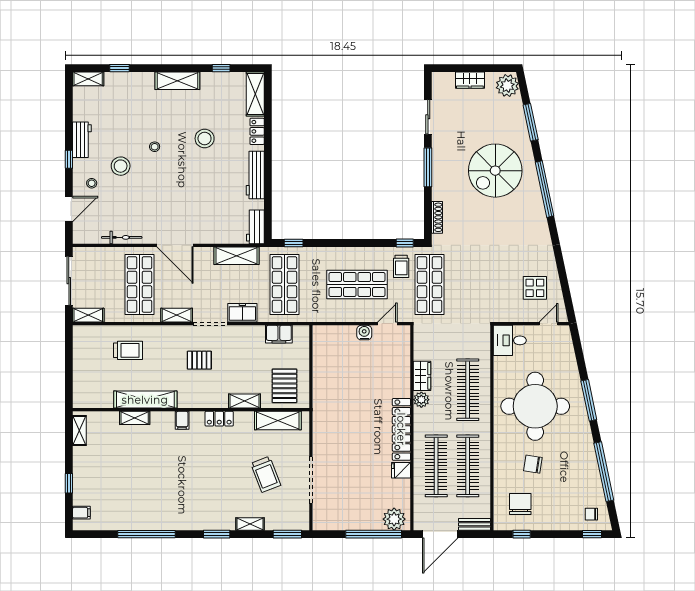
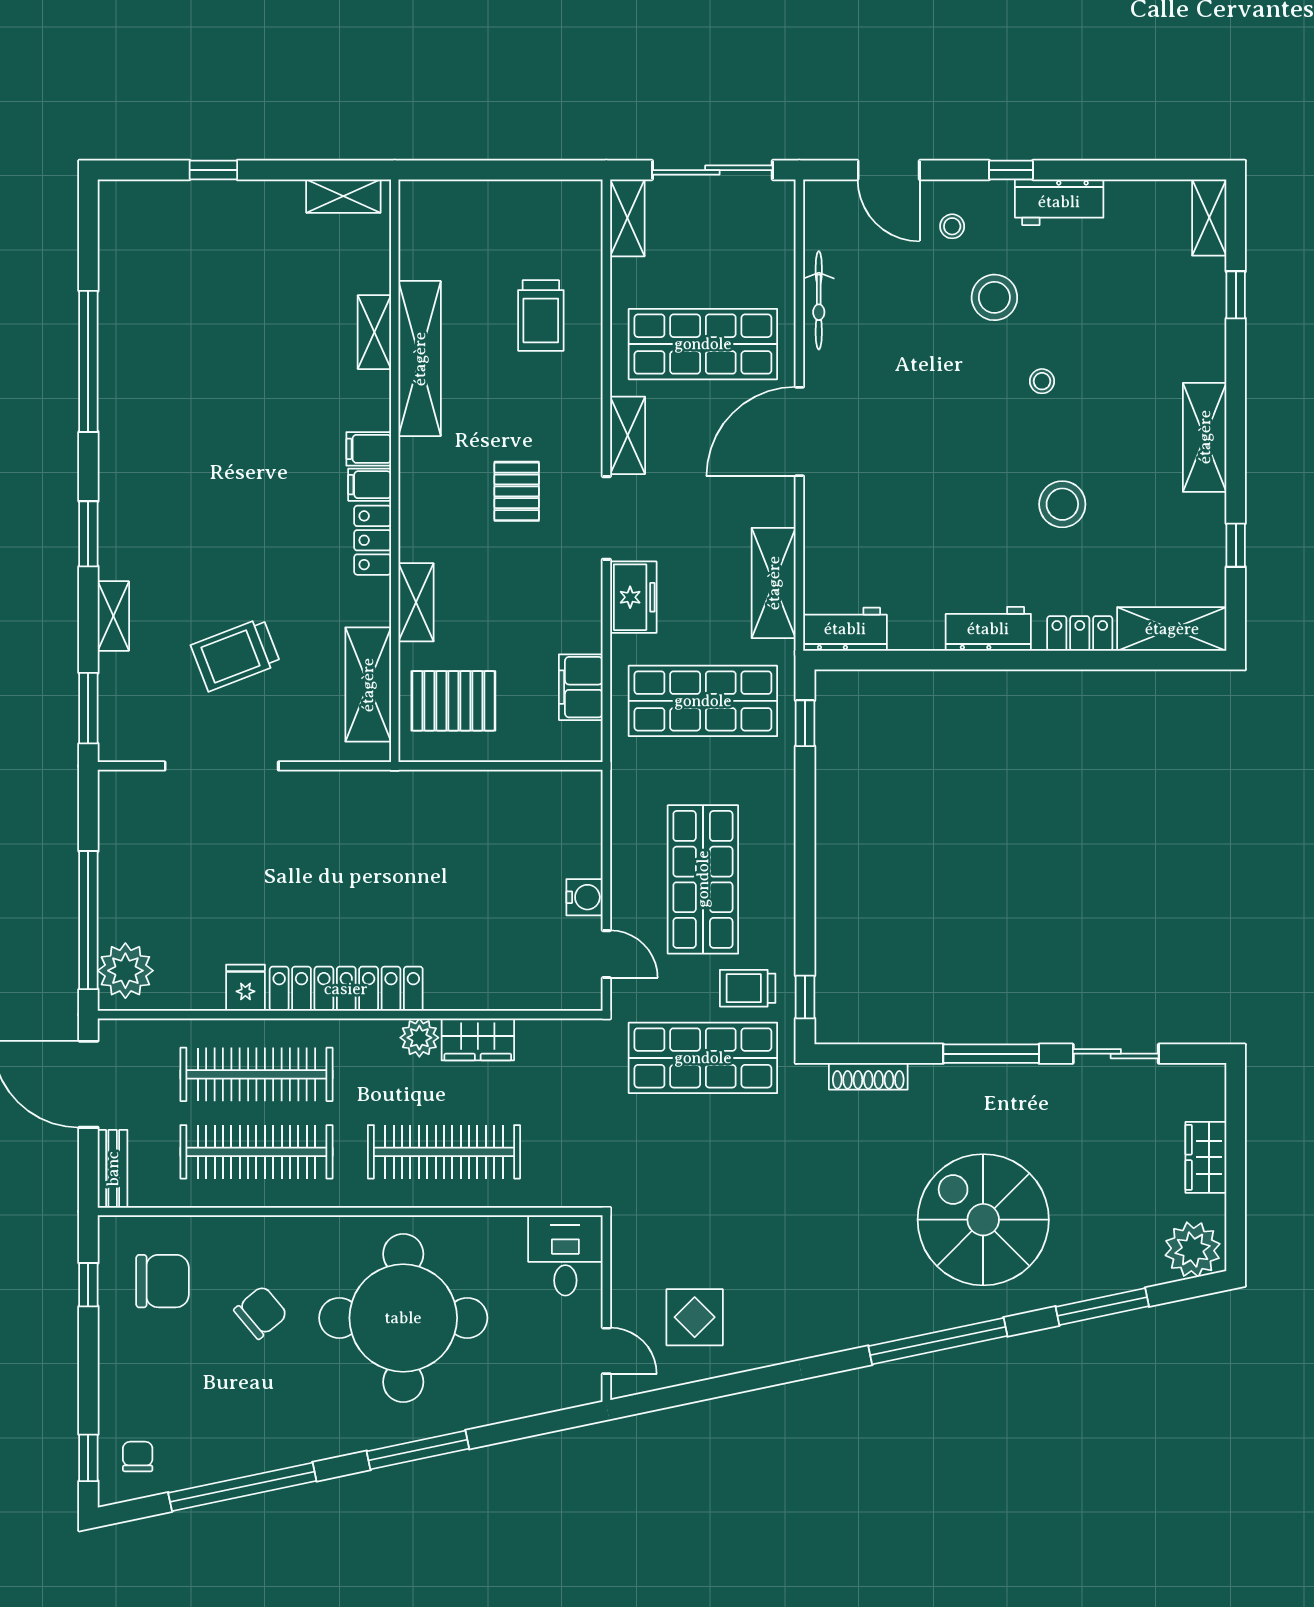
workbench: (255, 175) -> (988, 629), width x0.73
chair: (533, 464) -> (261, 1312), turned 41
filing cabinet: (81, 513) -> (370, 485), moved, turned 90

